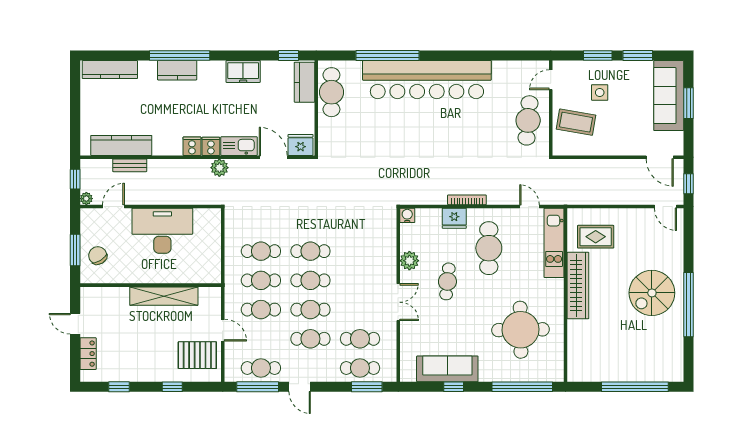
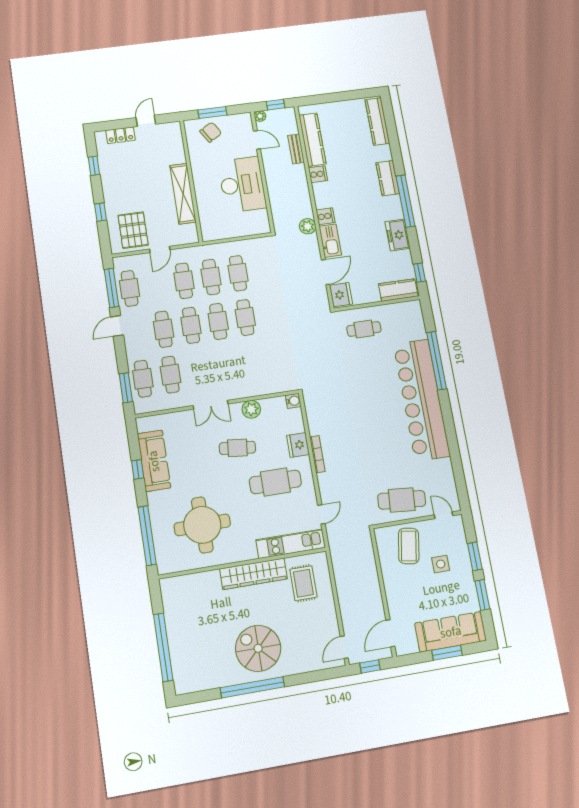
window: (180, 56) -> (406, 201), moved
cafe table: (331, 92) -> (364, 329), moved, width x0.73, depth x0.74
cooker: (192, 146) -> (318, 174), moved

